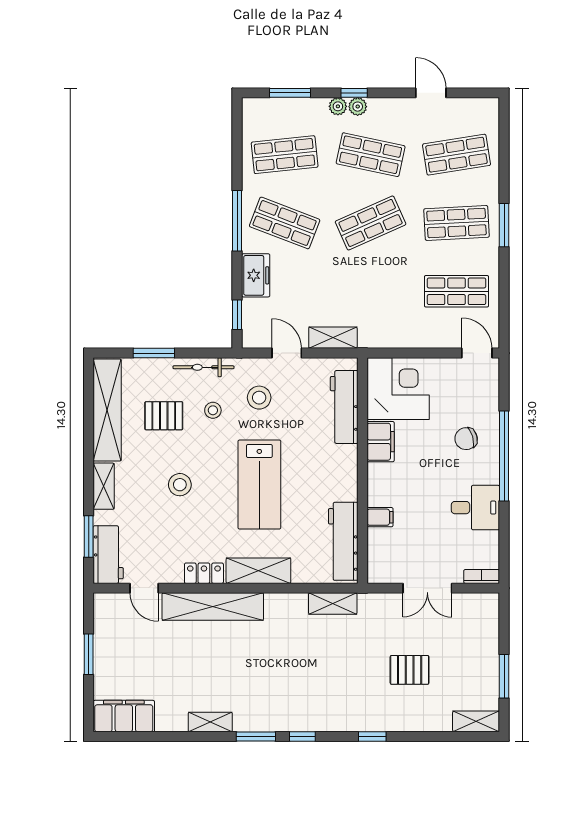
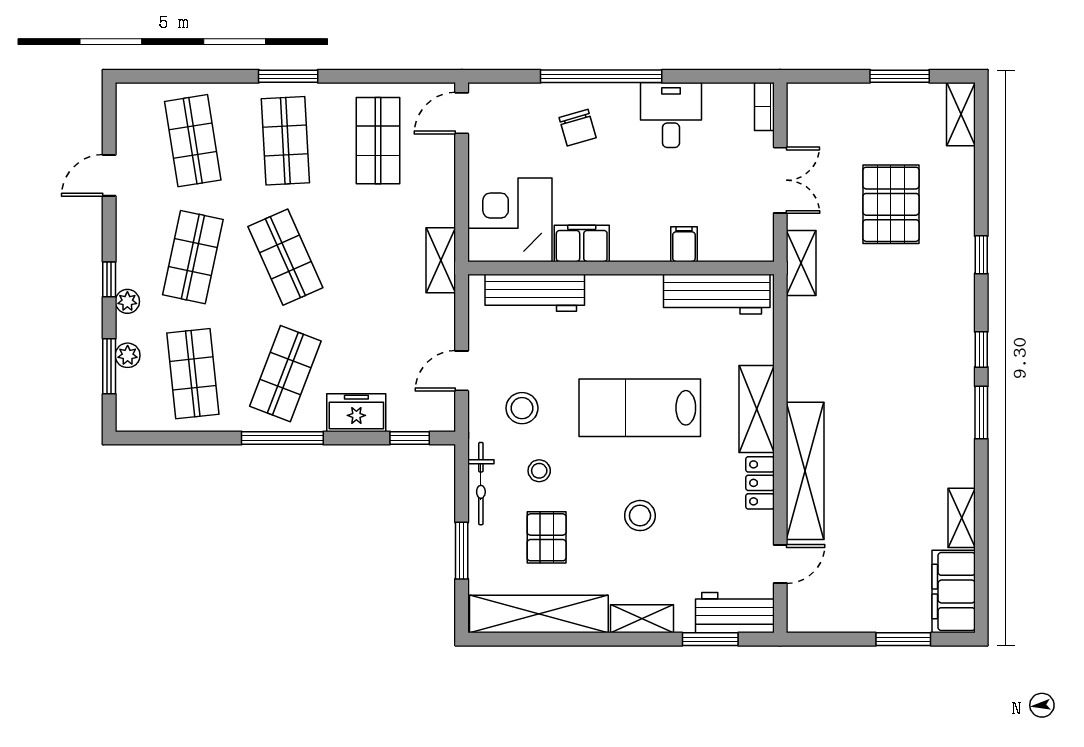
plant: (358, 107) -> (128, 355), moved
shelving: (333, 338) -> (441, 260), moved
lab bench: (259, 485) -> (640, 408), turned 180
shelving: (333, 604) -> (801, 263), moved
window: (89, 654) -> (903, 639), moved
pallet: (410, 670) -> (891, 204), width x1.50, depth x1.42
shelving: (210, 722) -> (962, 518), moved

